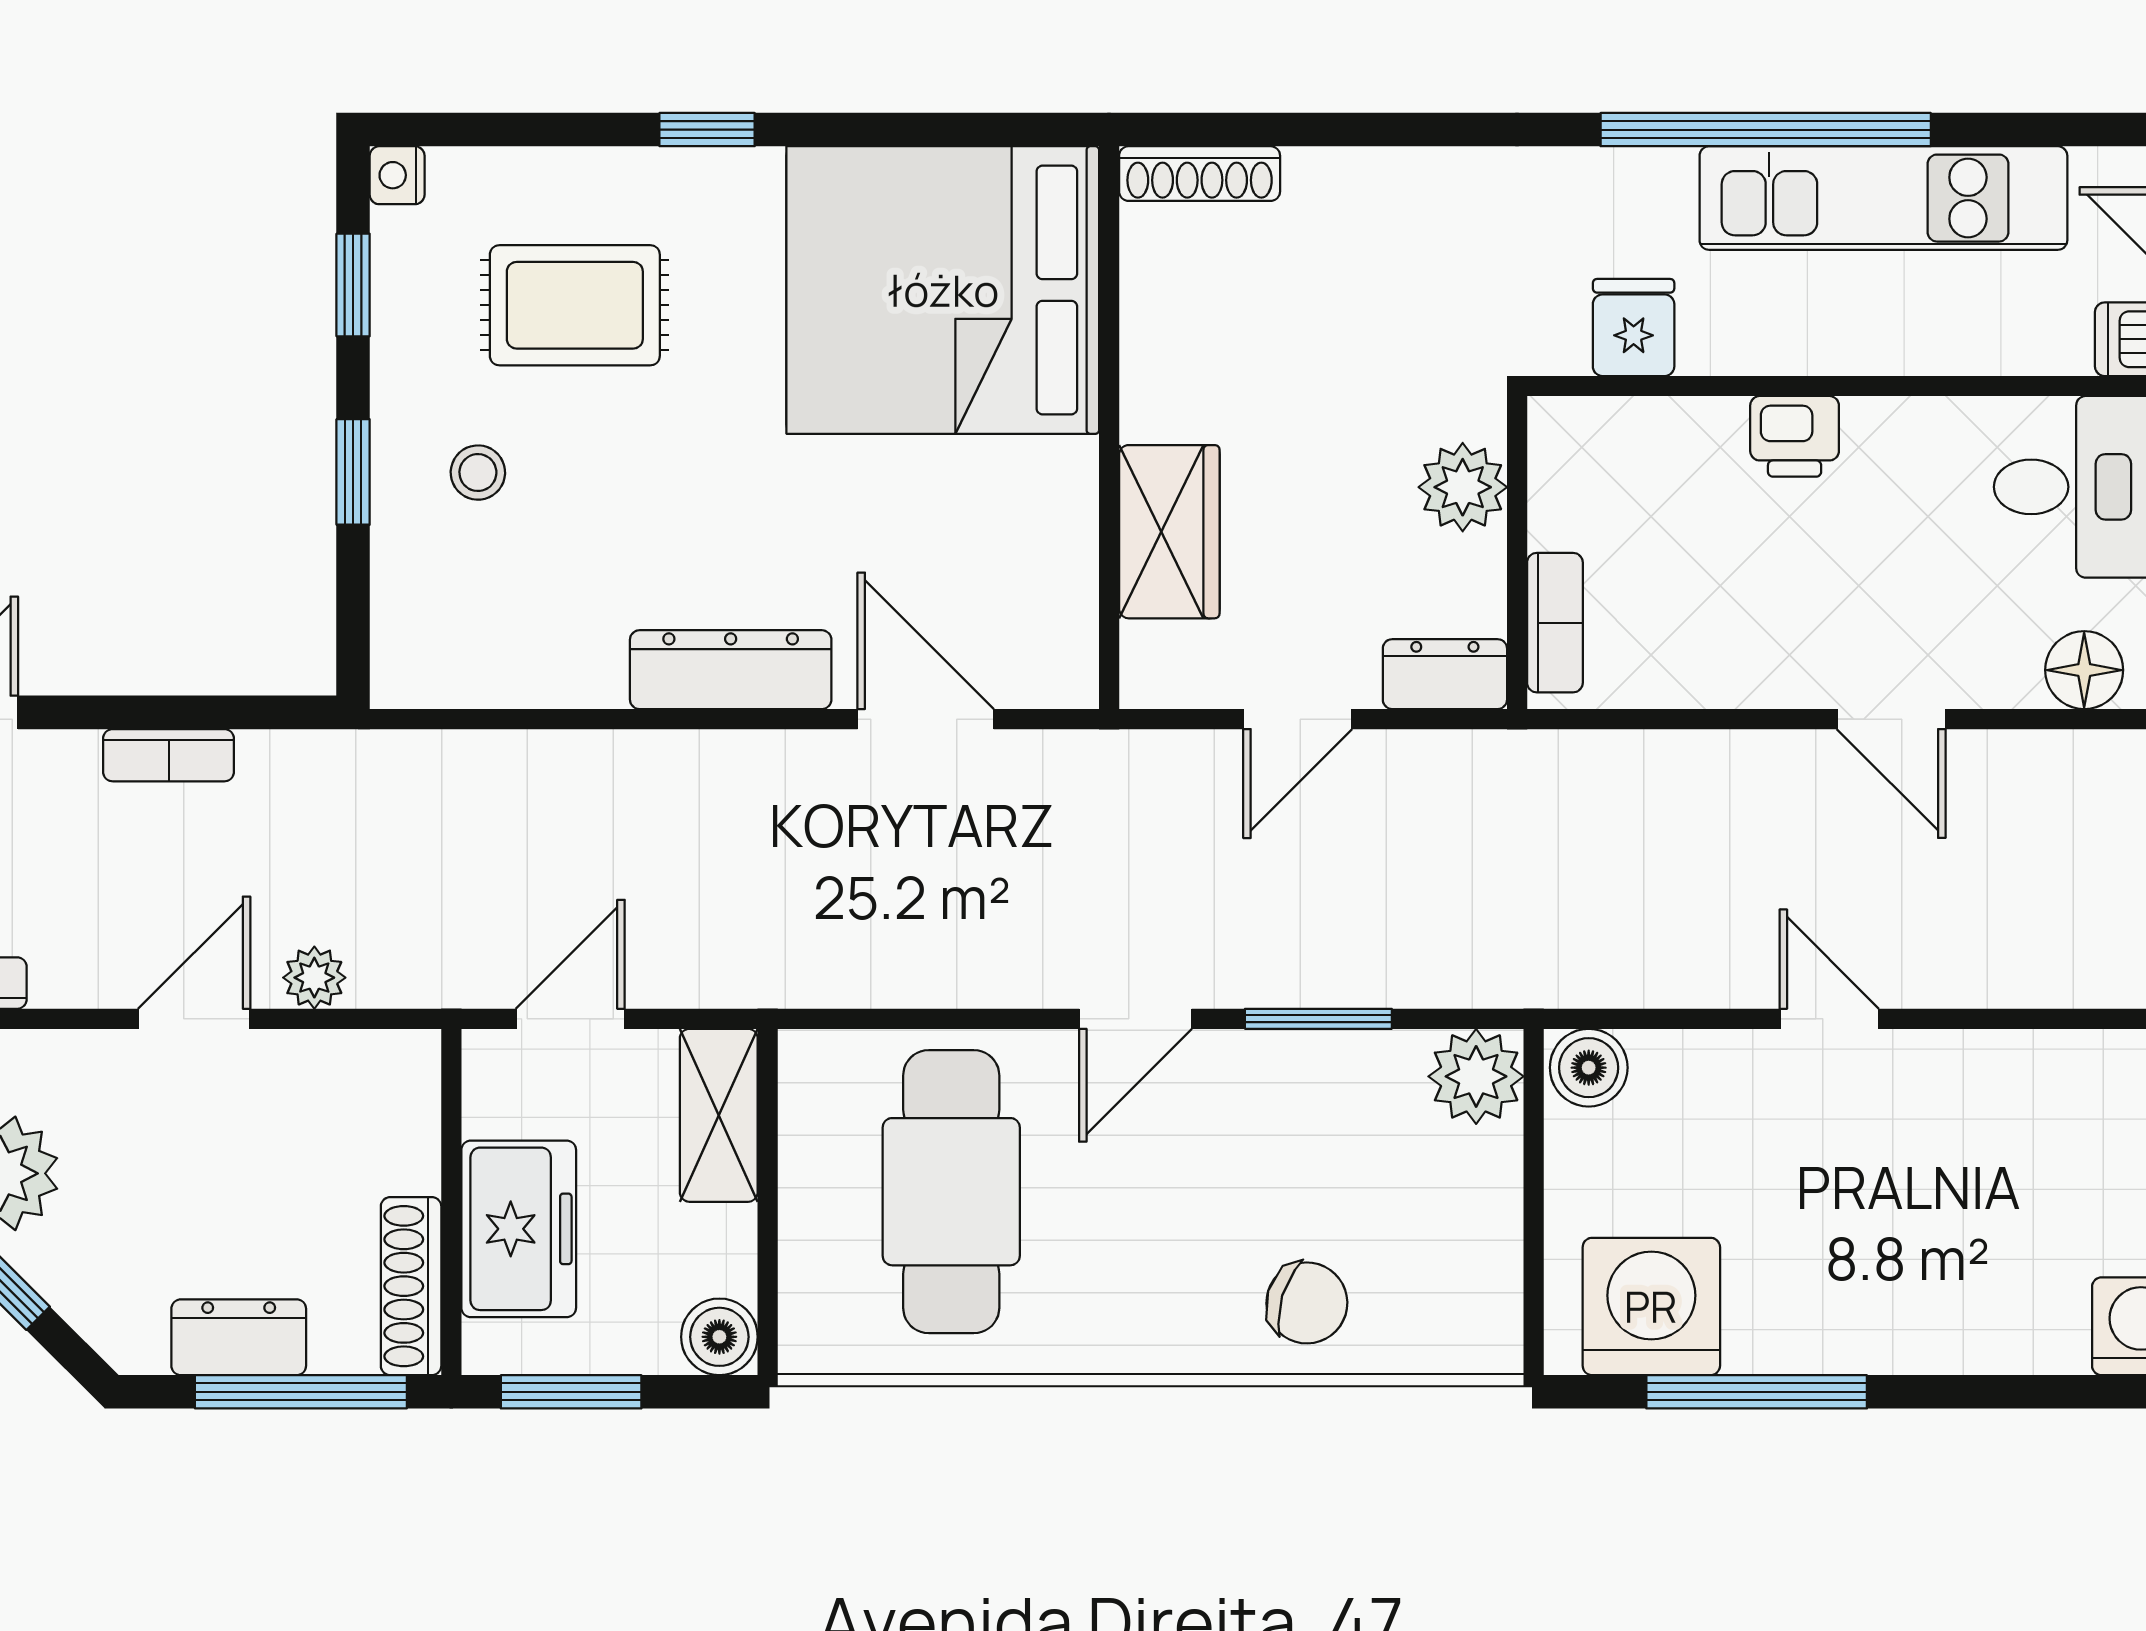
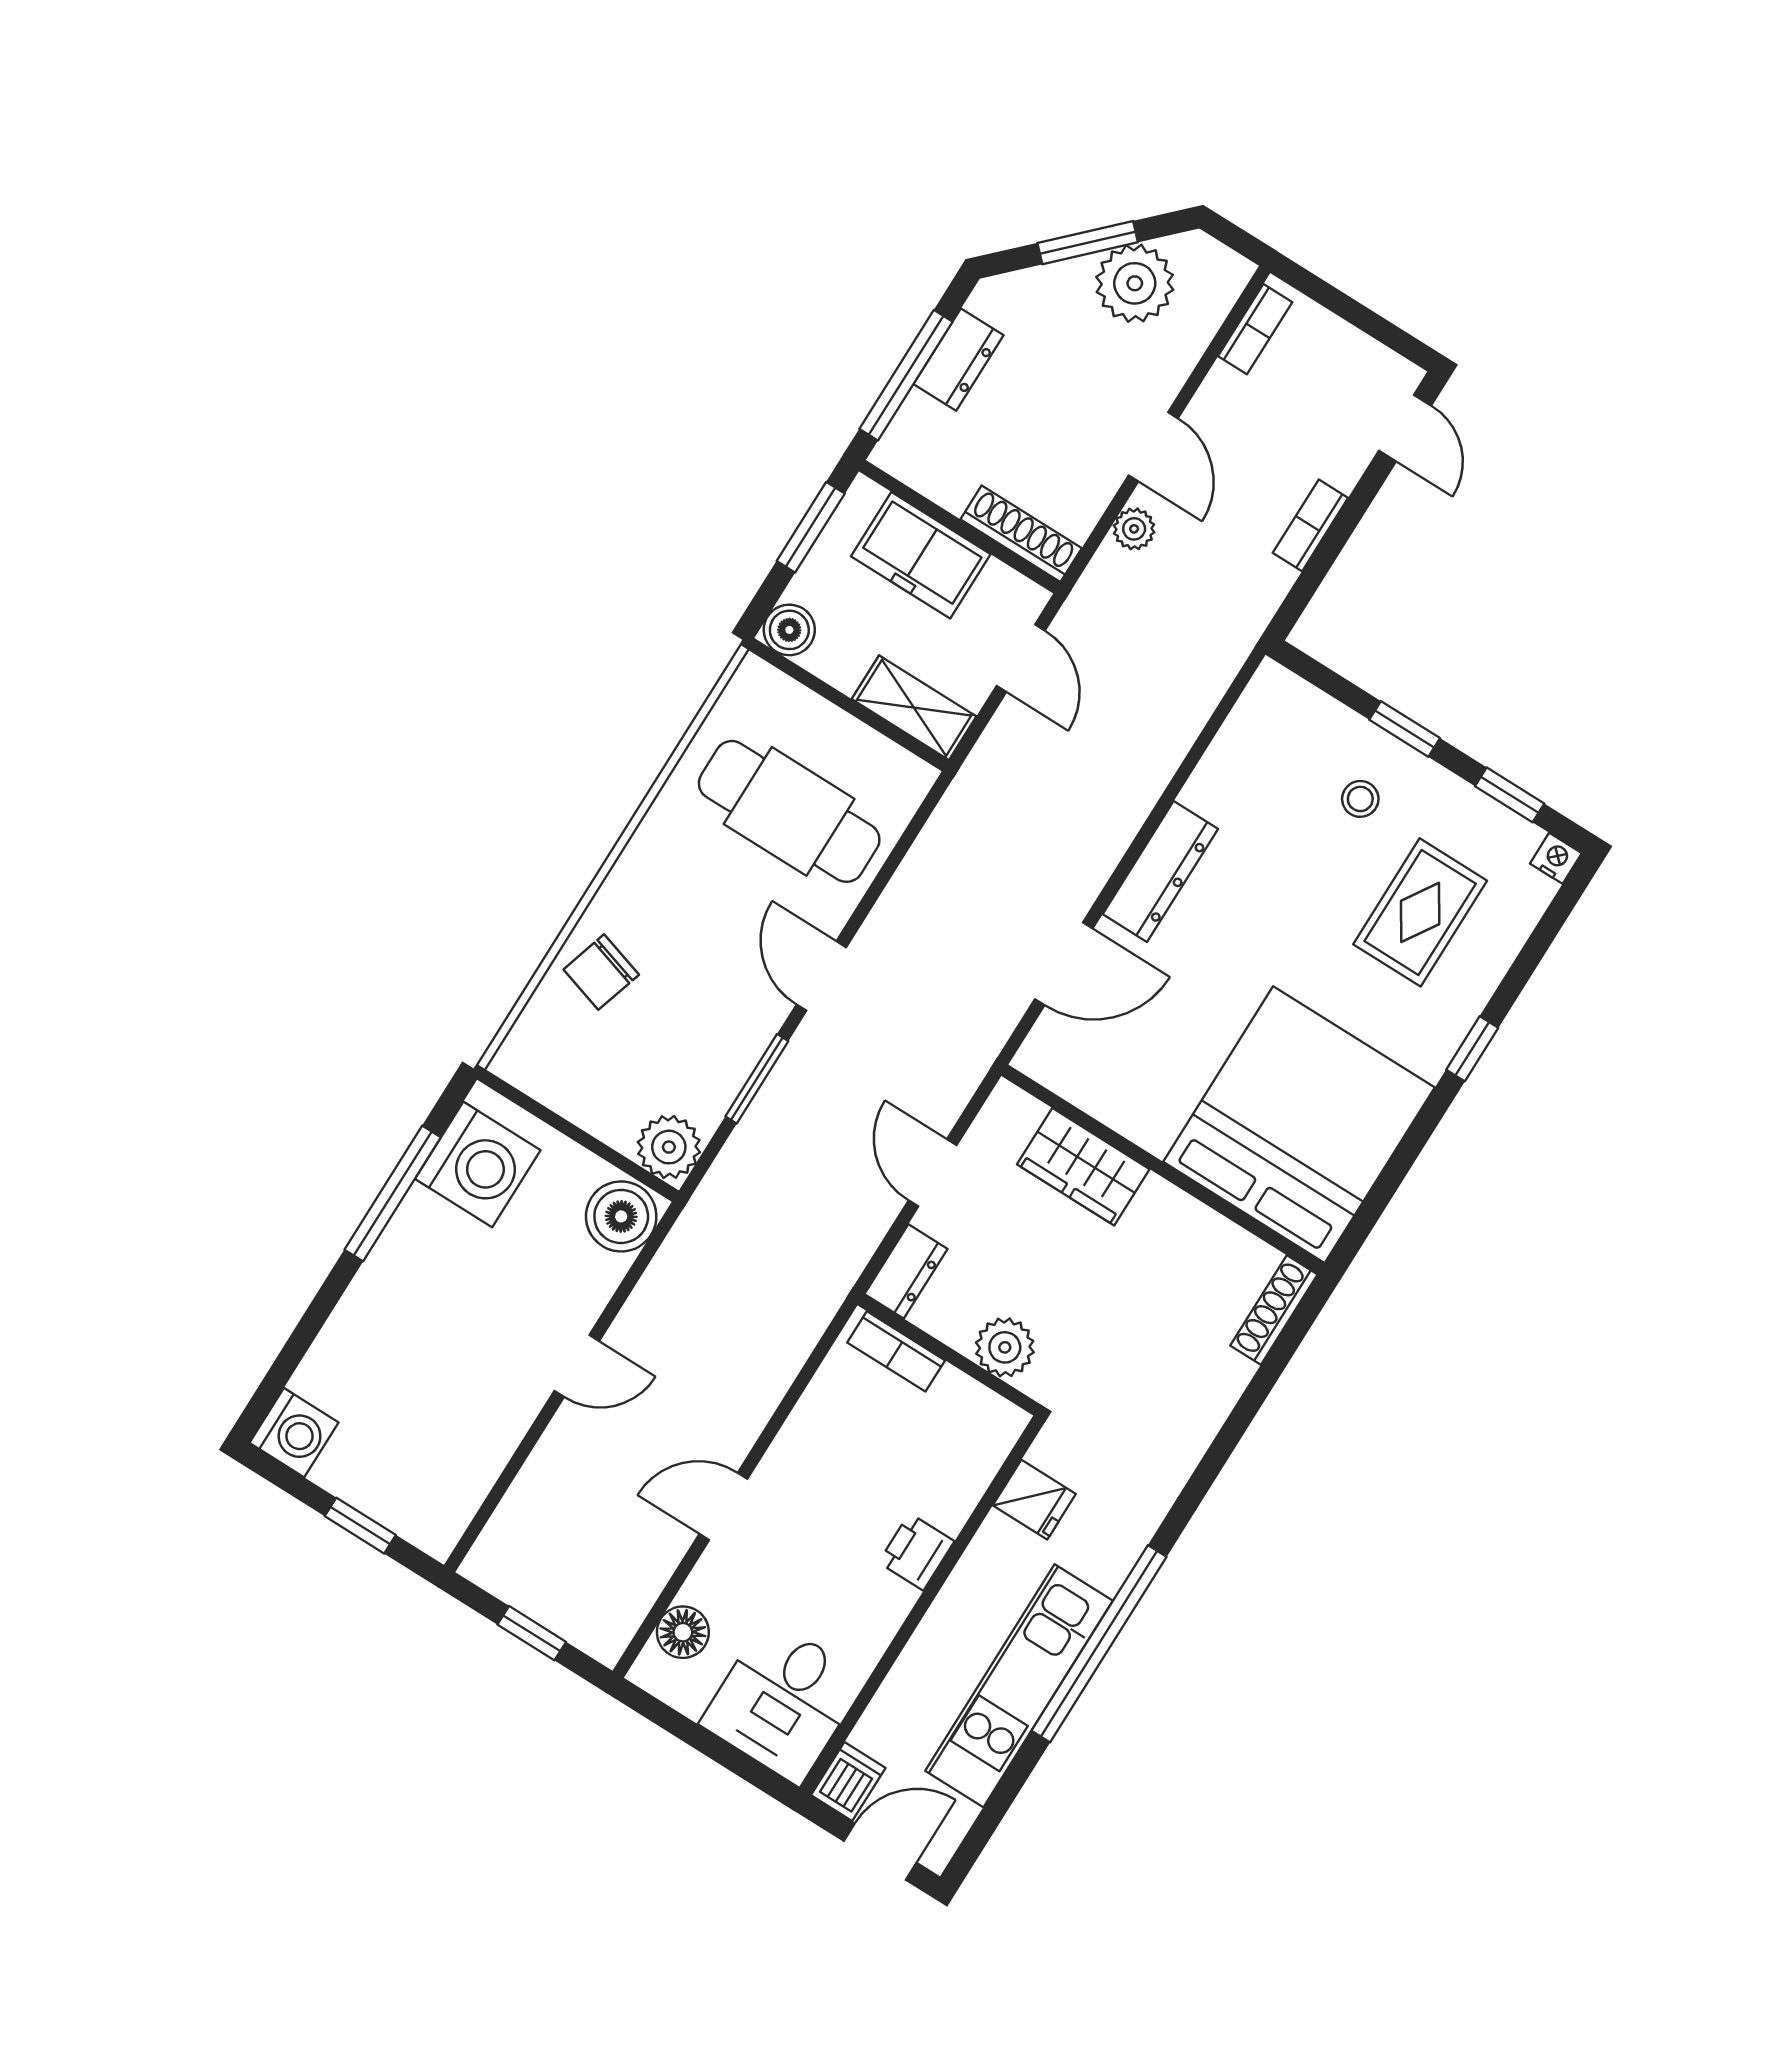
boiler: (1589, 1068) -> (621, 1216), width x1.36, depth x1.36
shoe rack: (411, 1286) -> (1021, 534), moved

